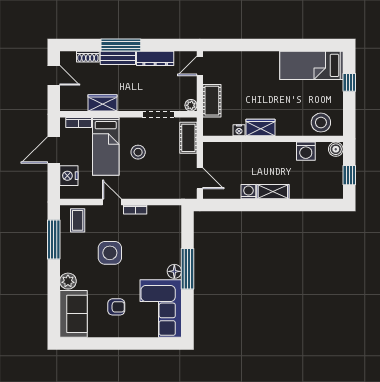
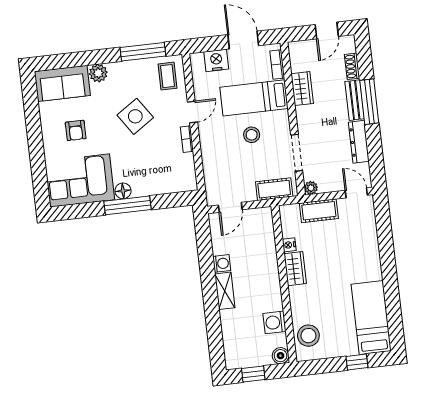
coffee table: (78, 220) -> (167, 76), turned 90
side table: (110, 253) -> (135, 116), turned -34

